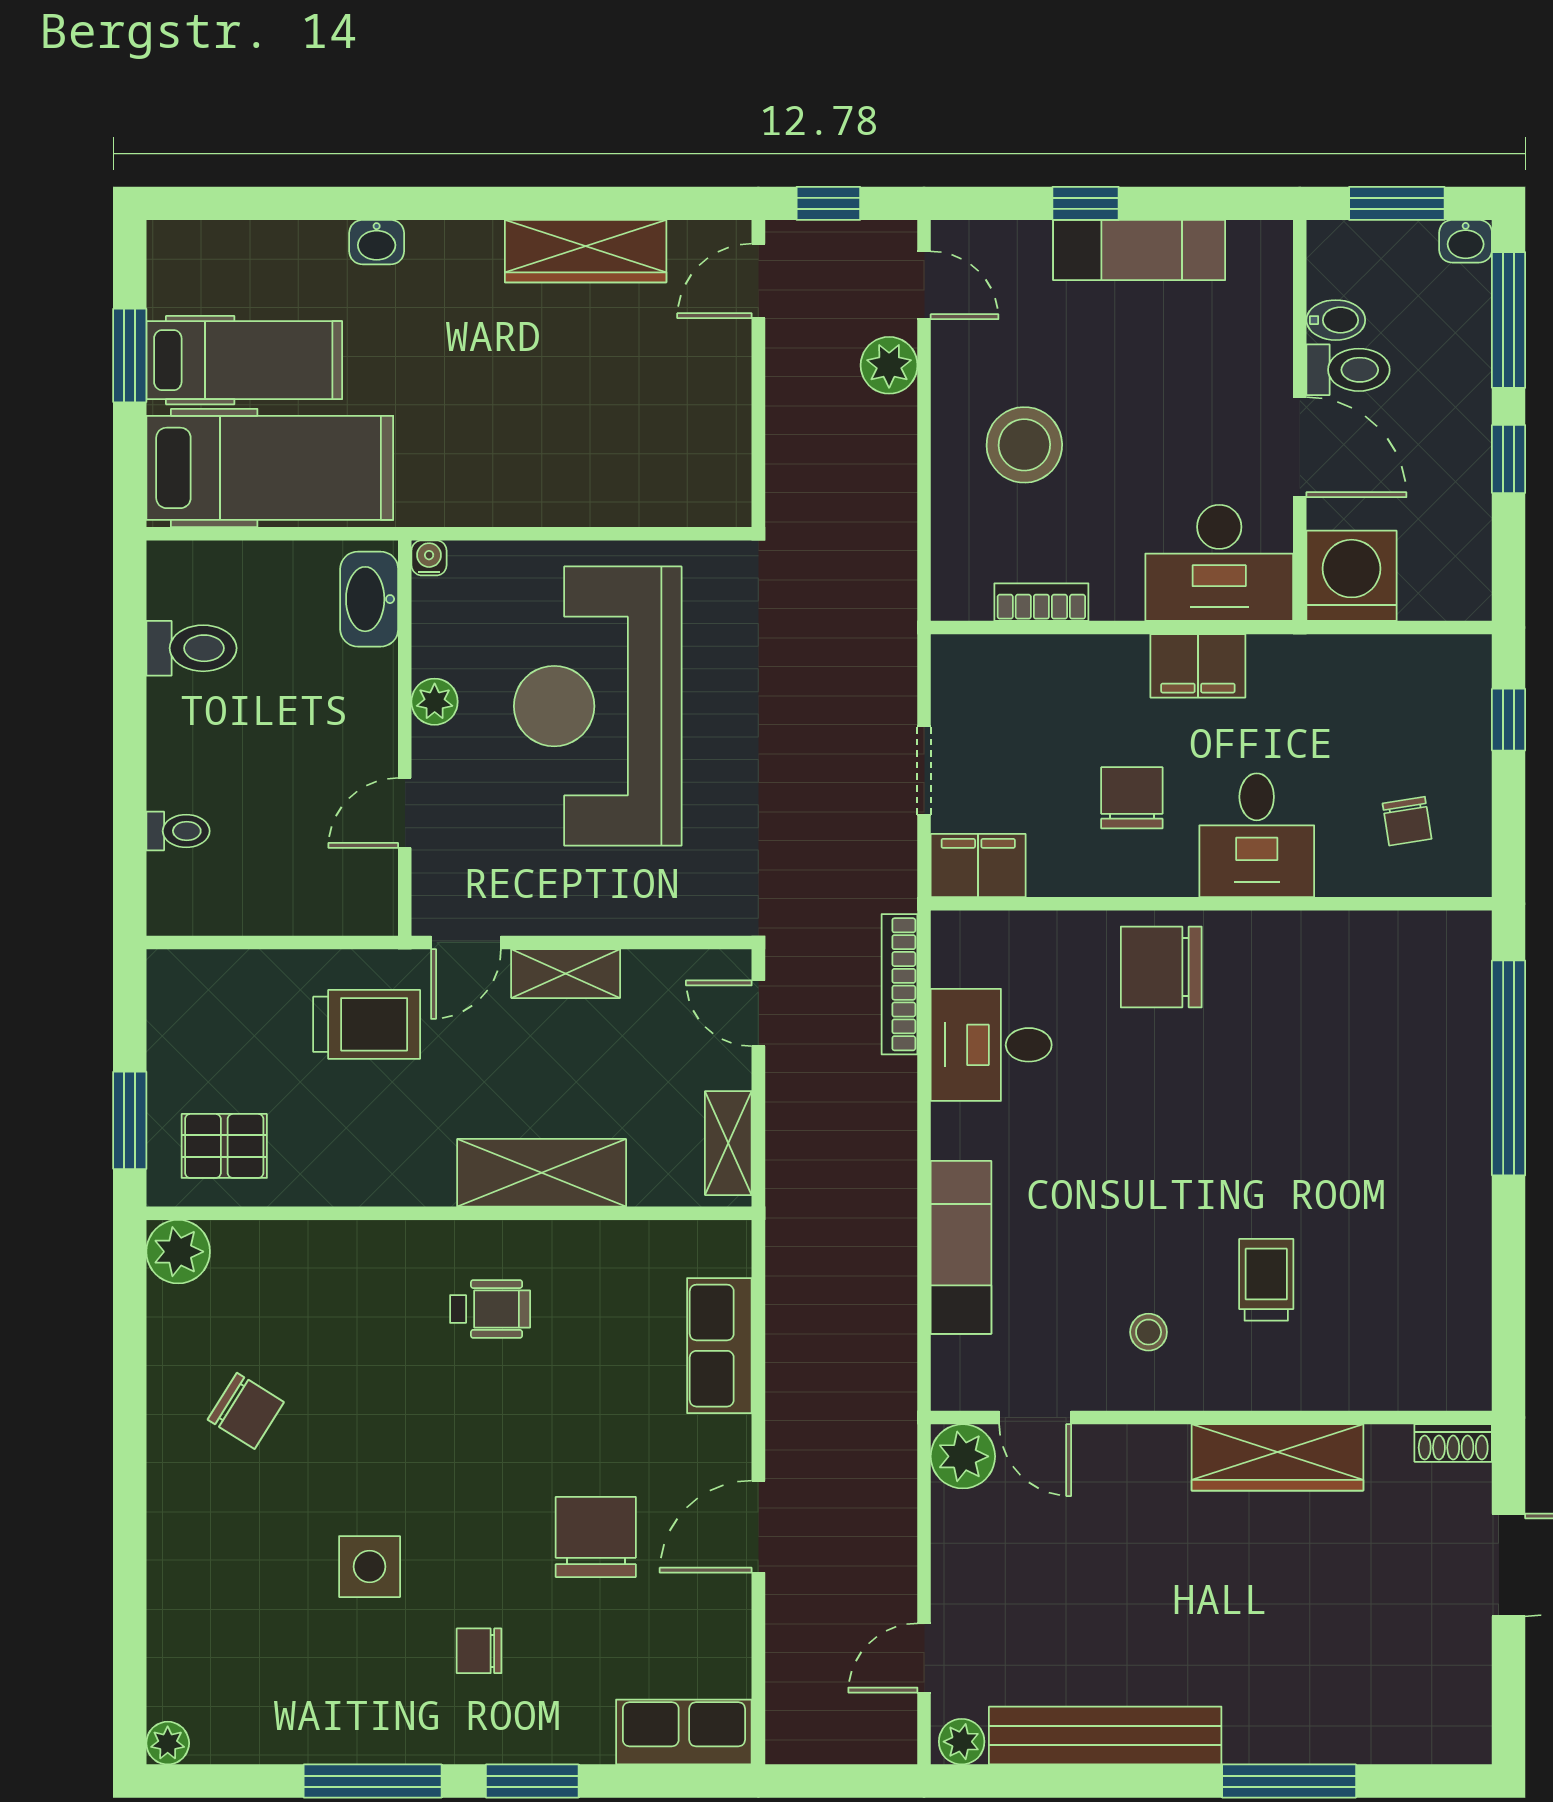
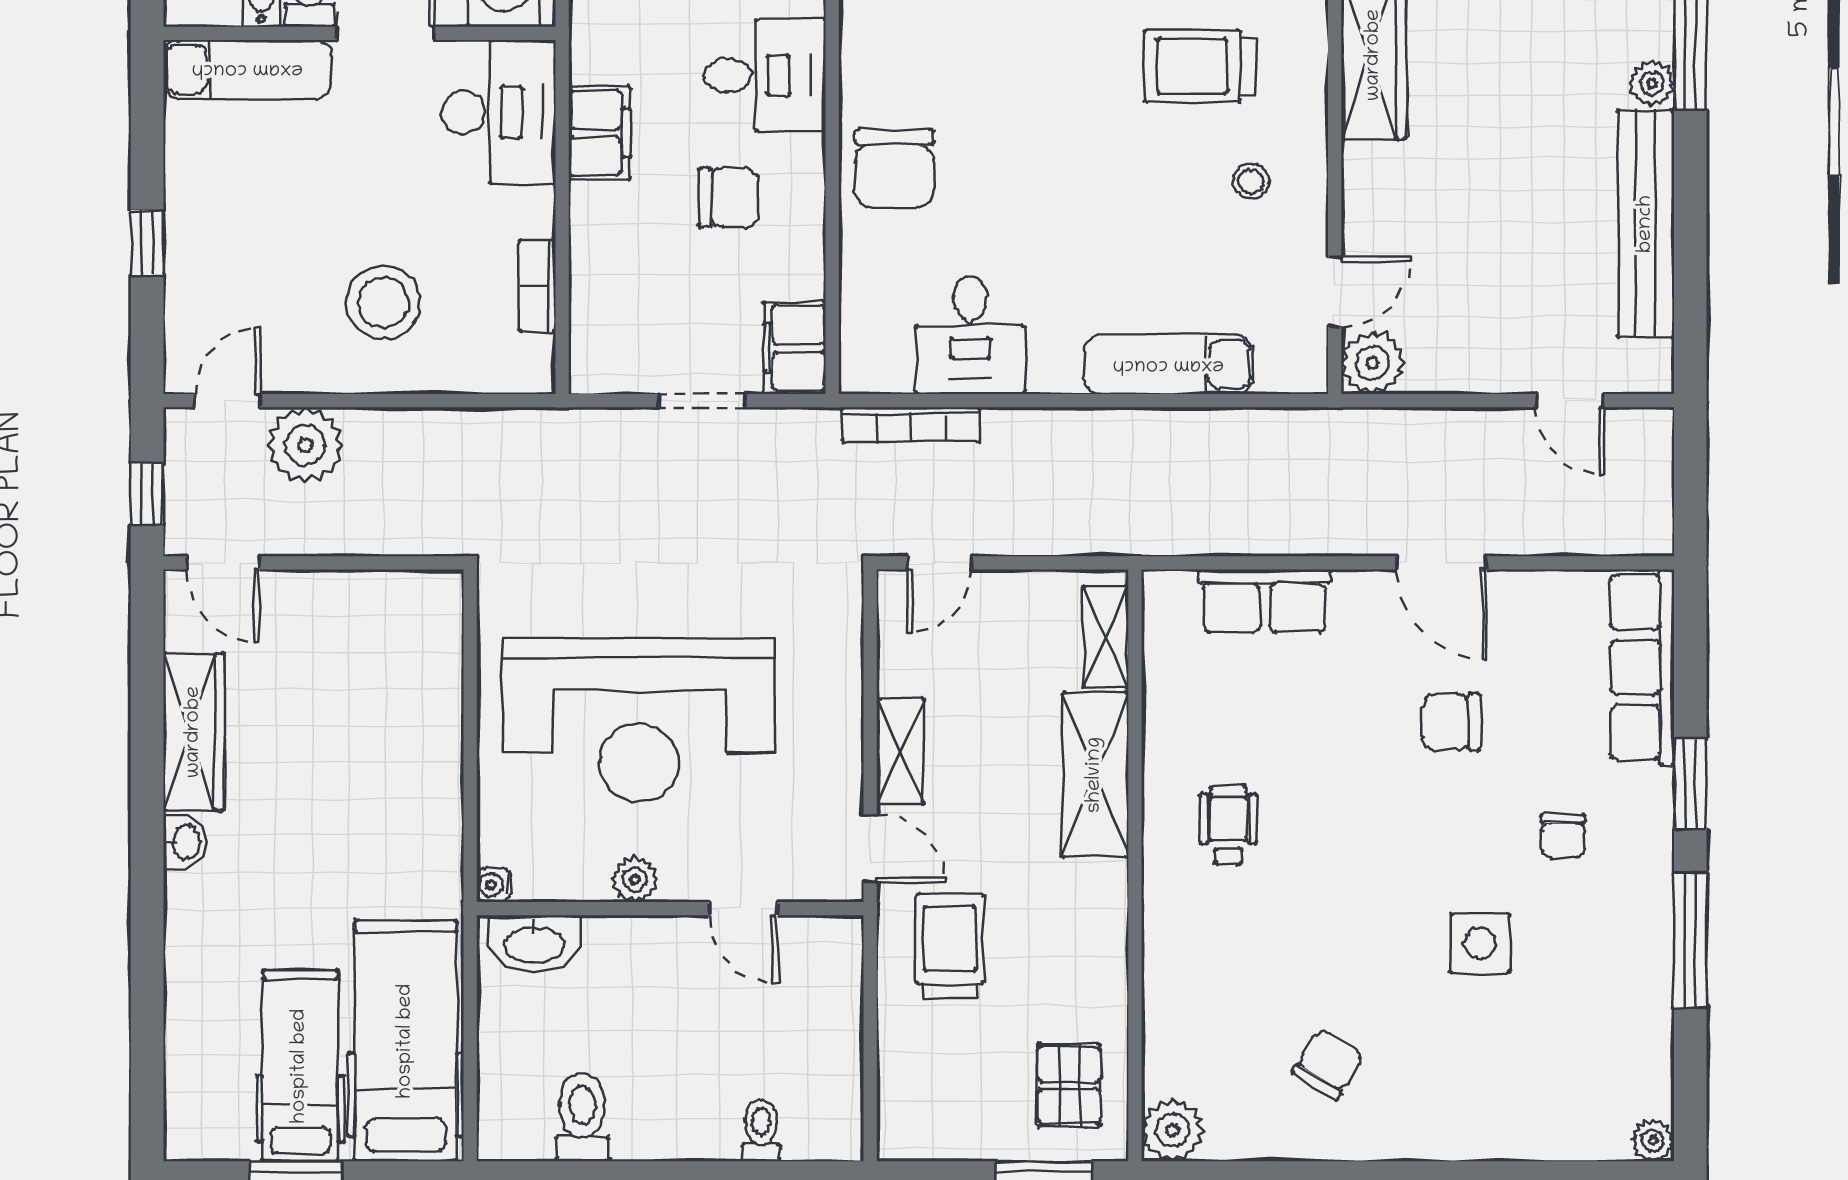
washbasin: (377, 242) -> (185, 842), moved
exam couch: (1139, 250) -> (247, 69), moved, turned 90
plant: (889, 365) -> (305, 445), width x1.36, depth x1.36
chair: (1132, 798) -> (729, 197), turned 180
shelving: (728, 1143) -> (1105, 637), moved, turned 90
trolley: (1266, 1280) -> (1200, 66), width x1.36, depth x1.39
chair: (596, 1537) -> (1451, 722), width x0.73, depth x0.73
row of seats: (684, 1732) -> (1642, 667), width x1.48
plant: (962, 1742) -> (1652, 83), moved

